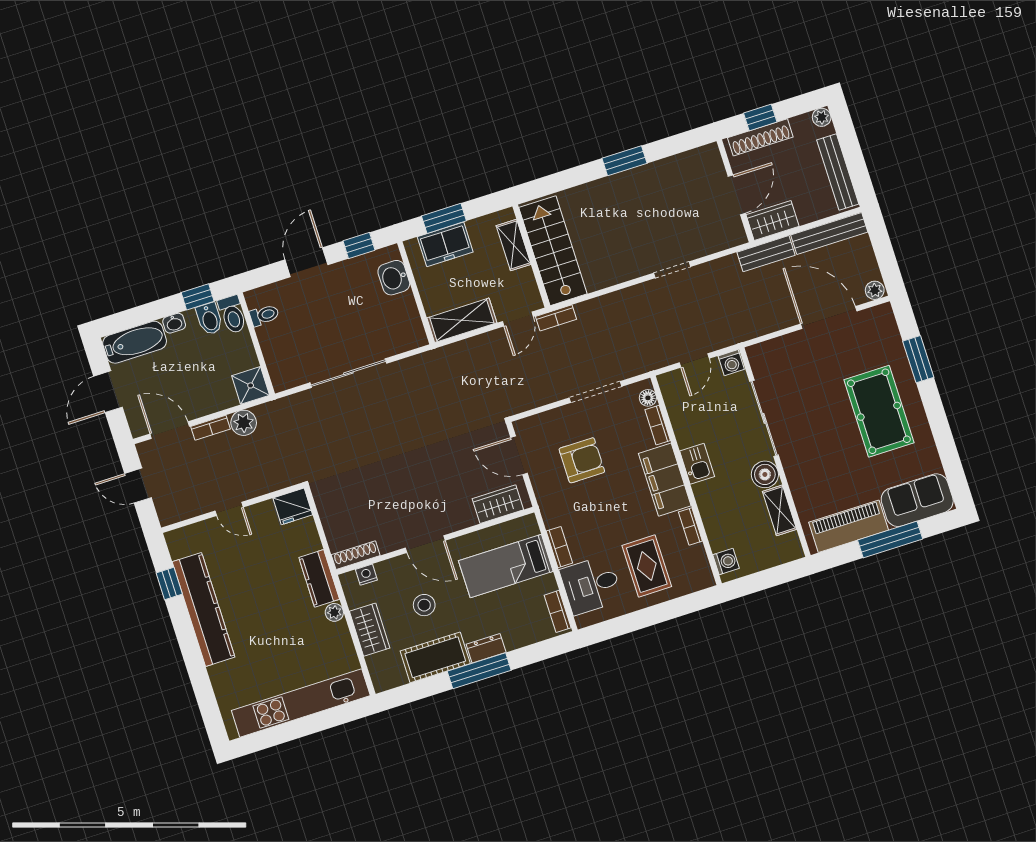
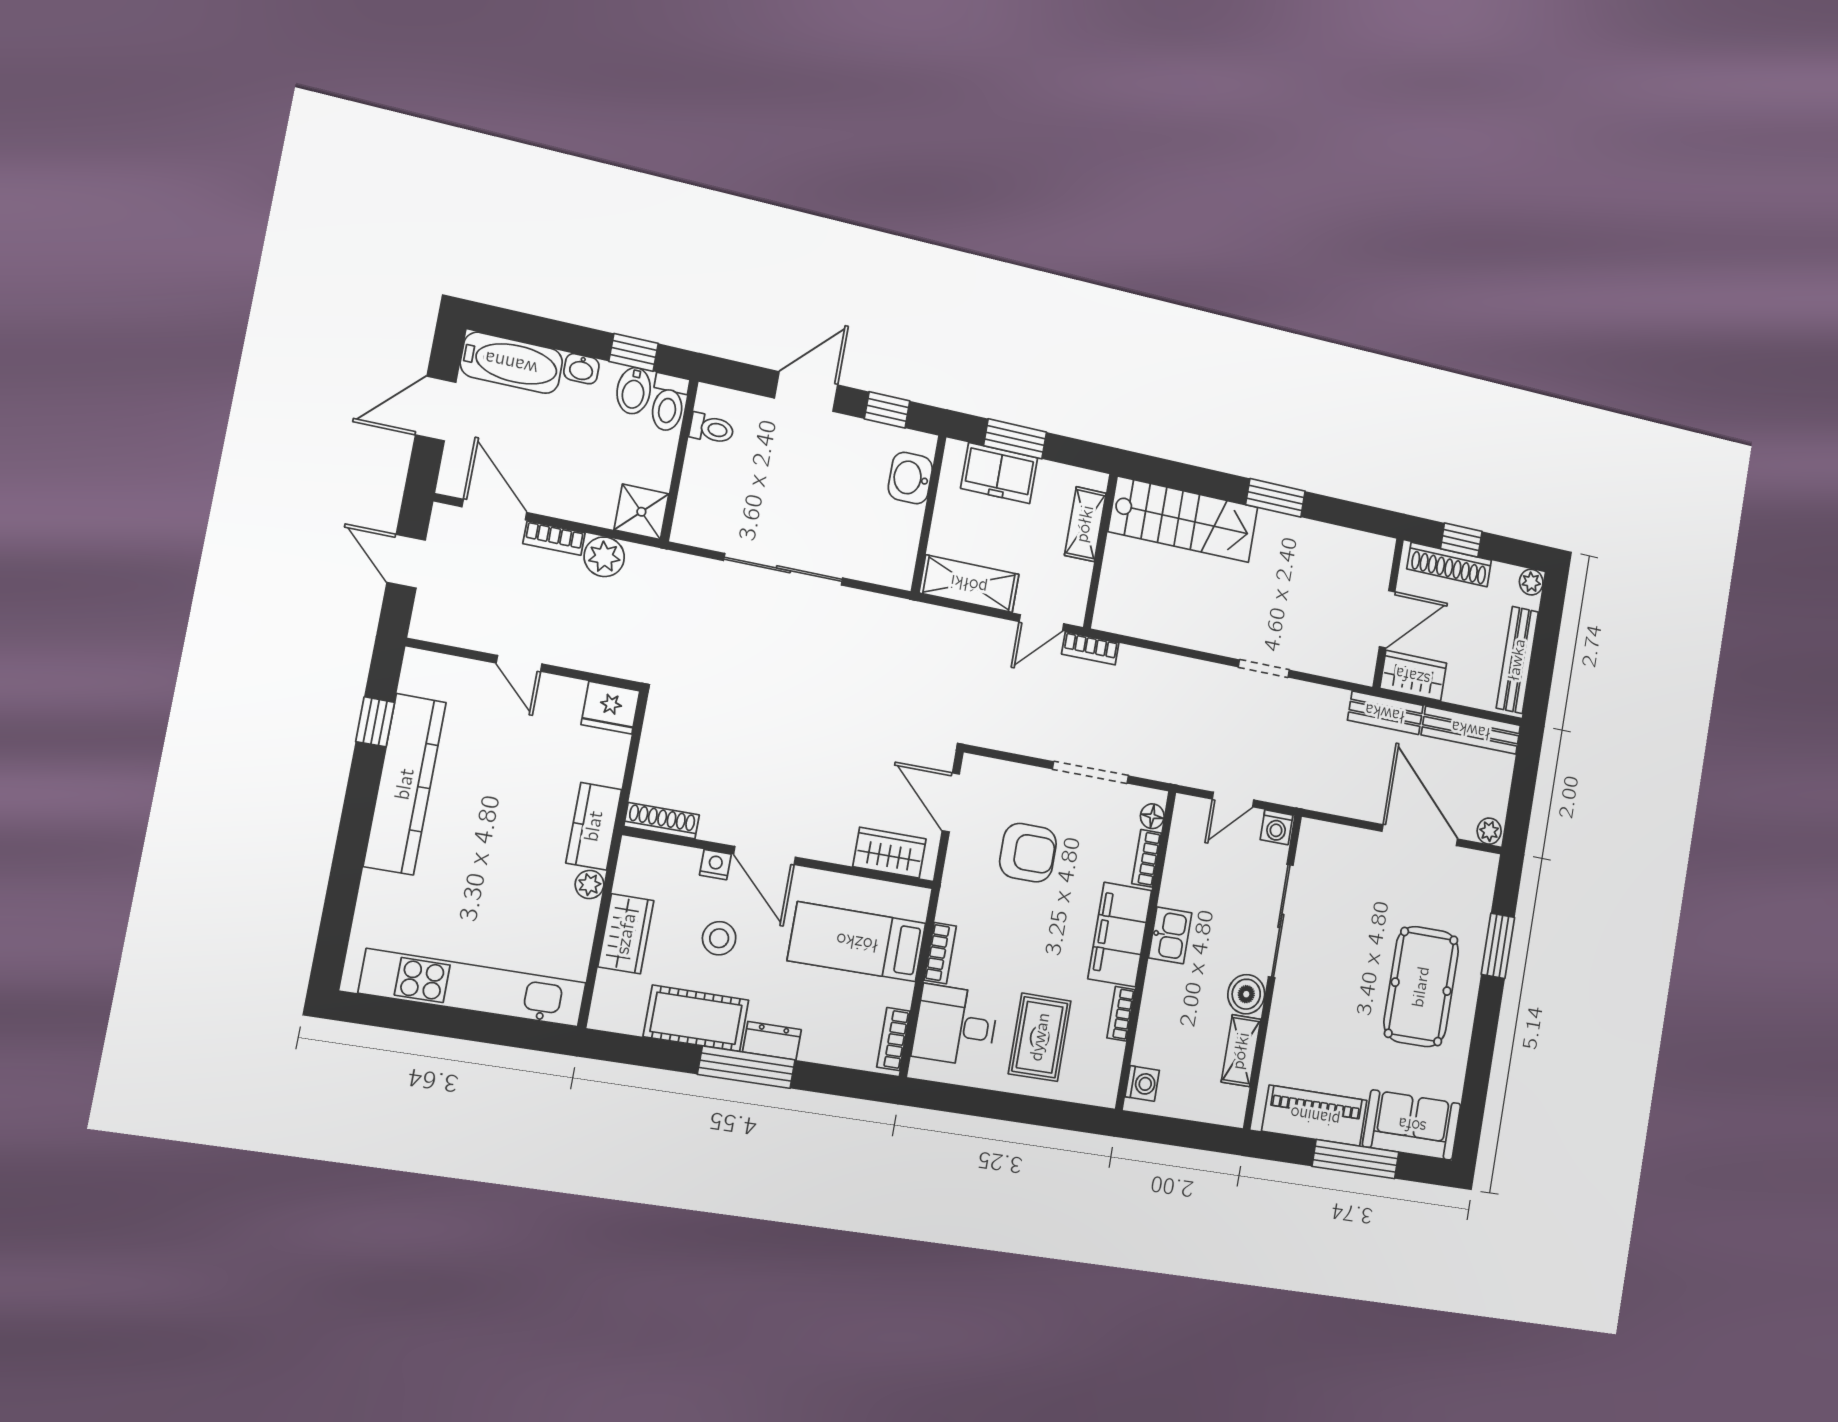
stairs: (553, 251) -> (1183, 519), moved, turned 90
nightstand: (366, 575) -> (715, 865), moved

